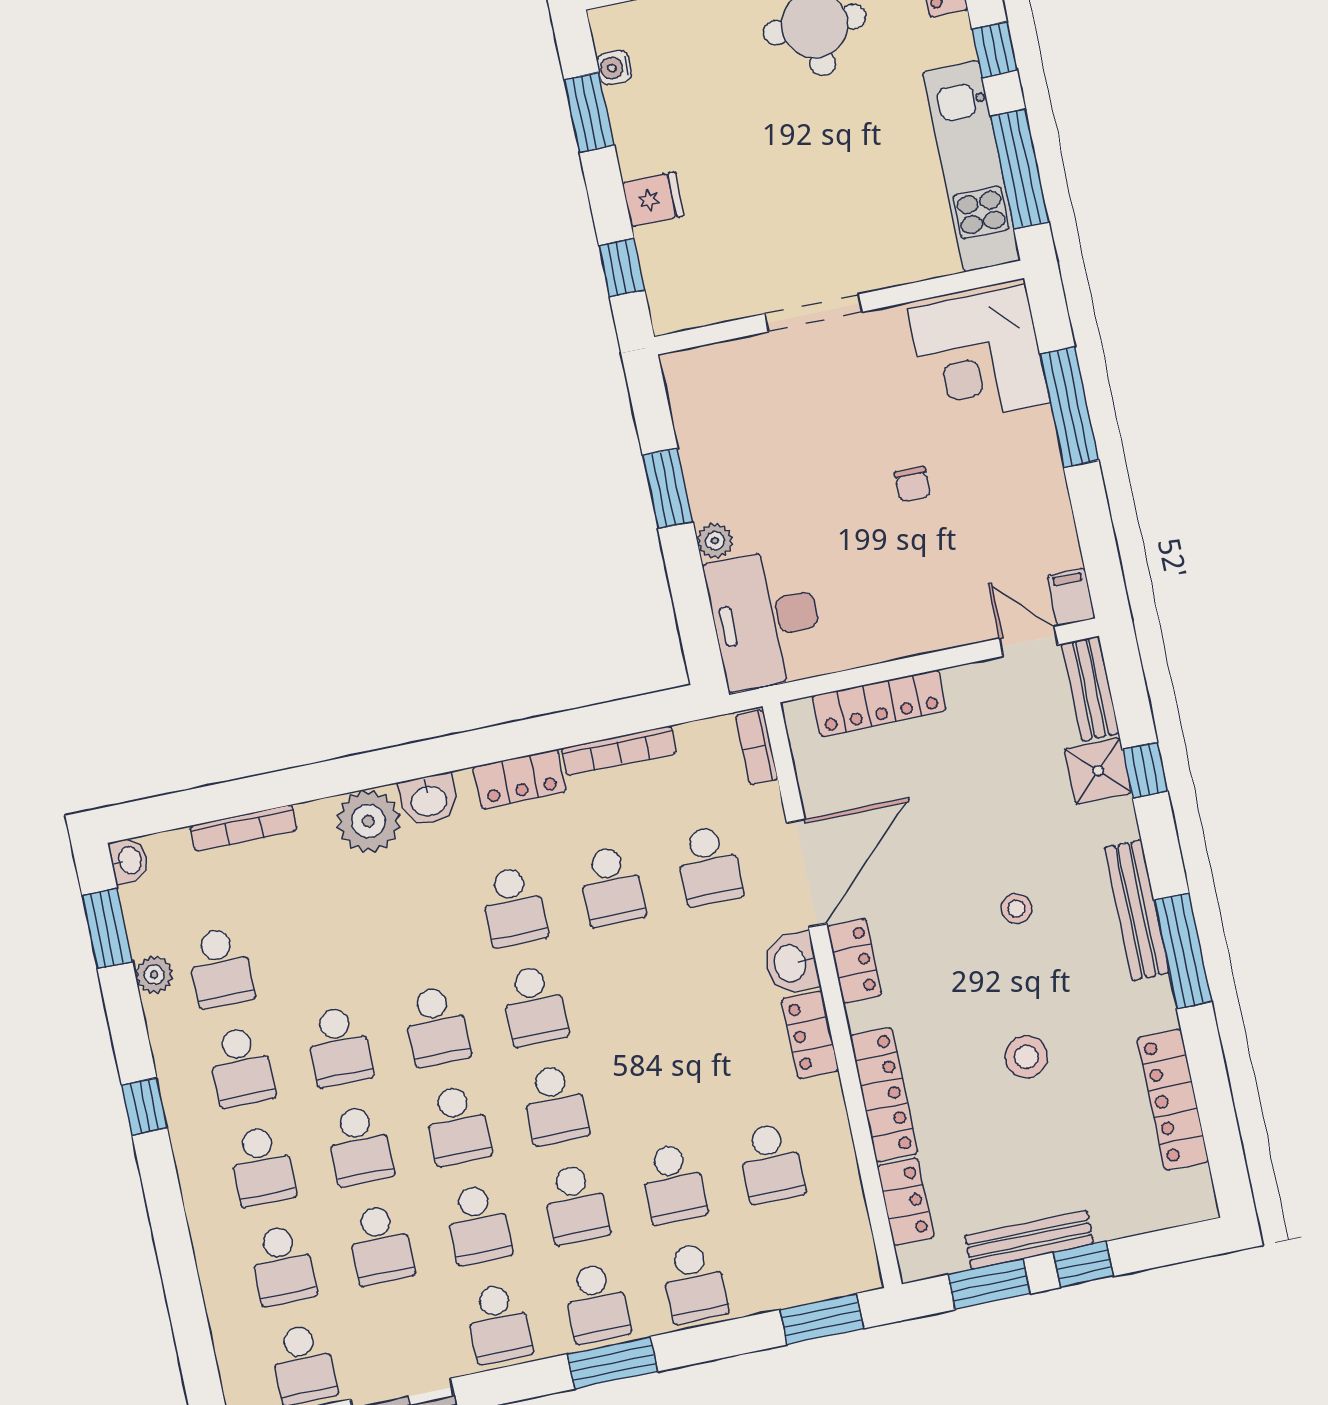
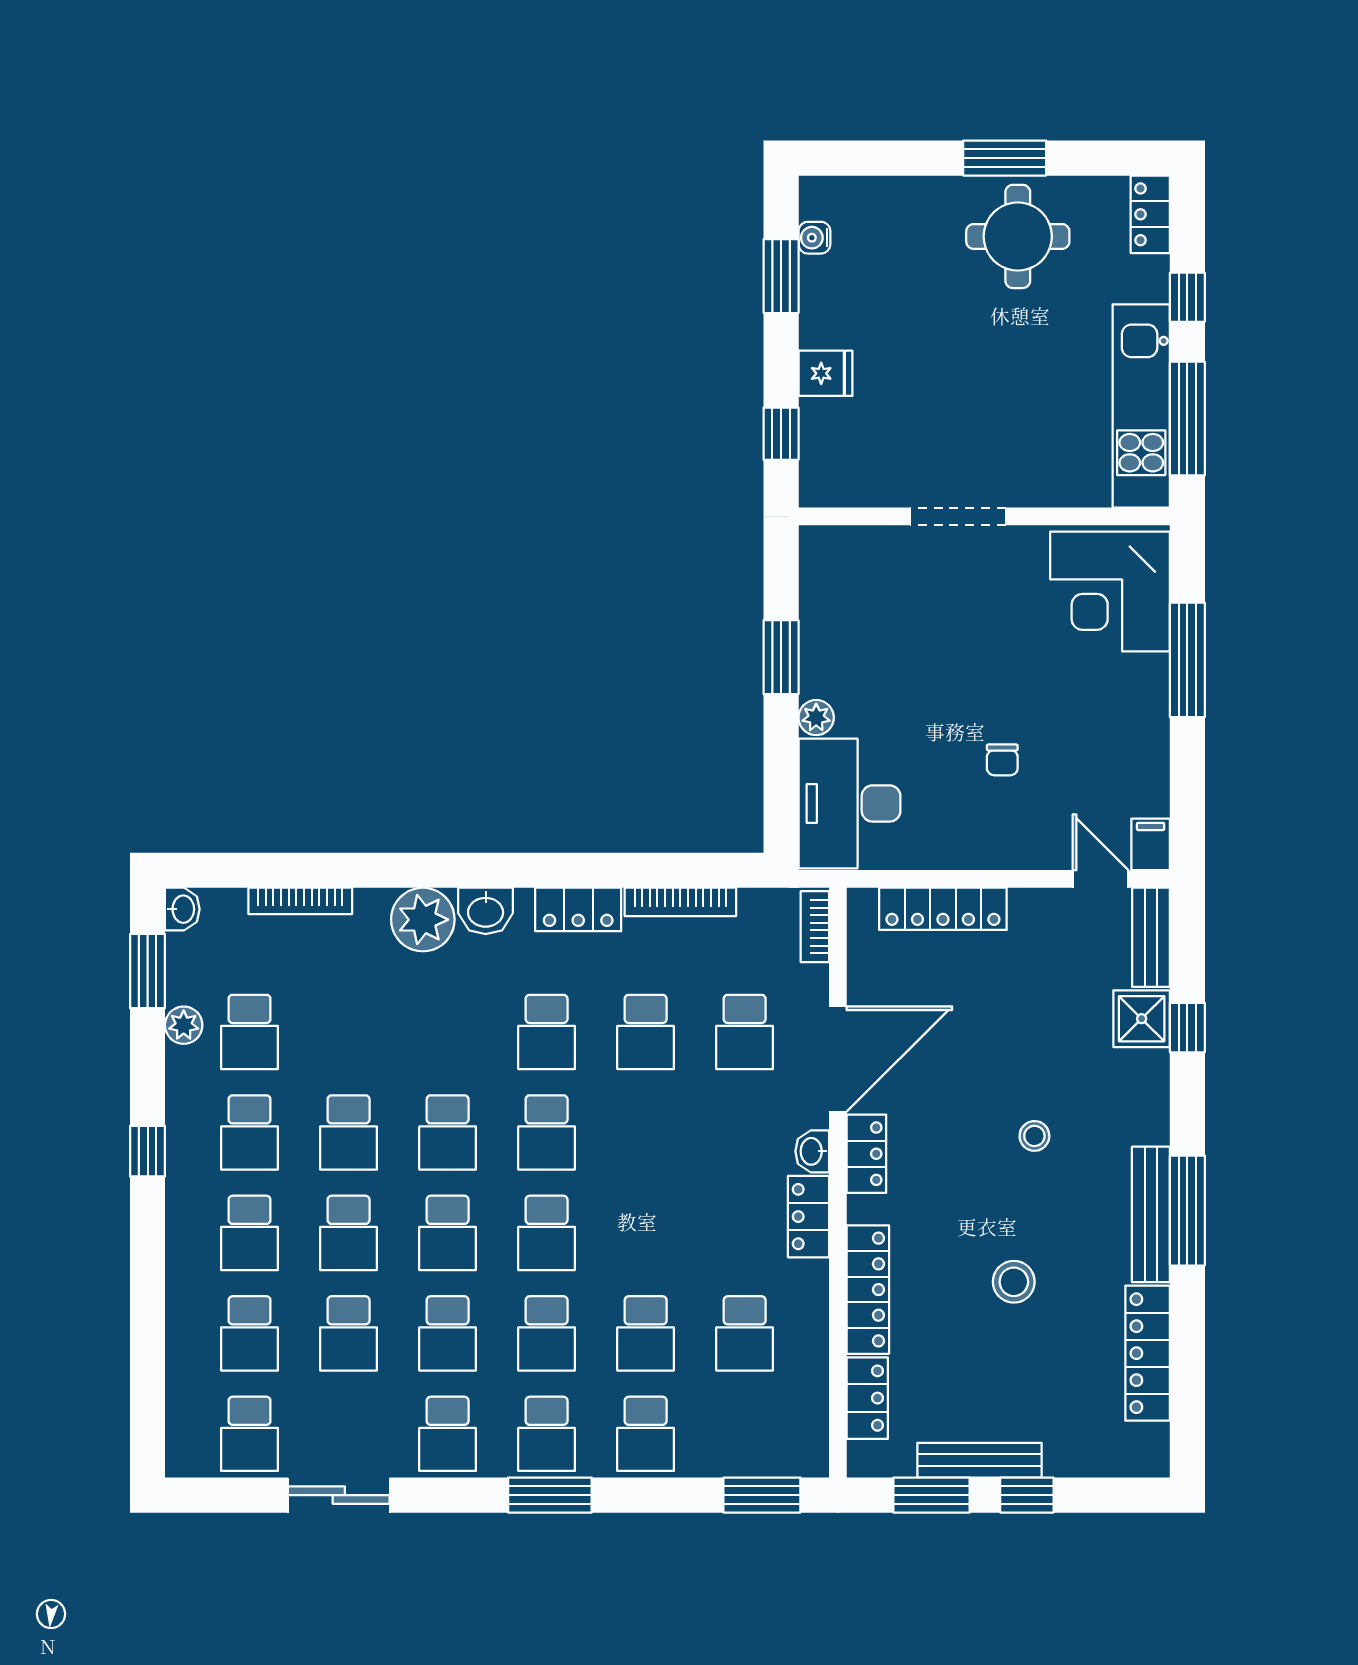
chair: (913, 484) -> (1002, 760), moved
bench: (1137, 910) -> (1151, 1214), moved
washbasin: (791, 963) -> (812, 1151), width x0.72, depth x0.69

